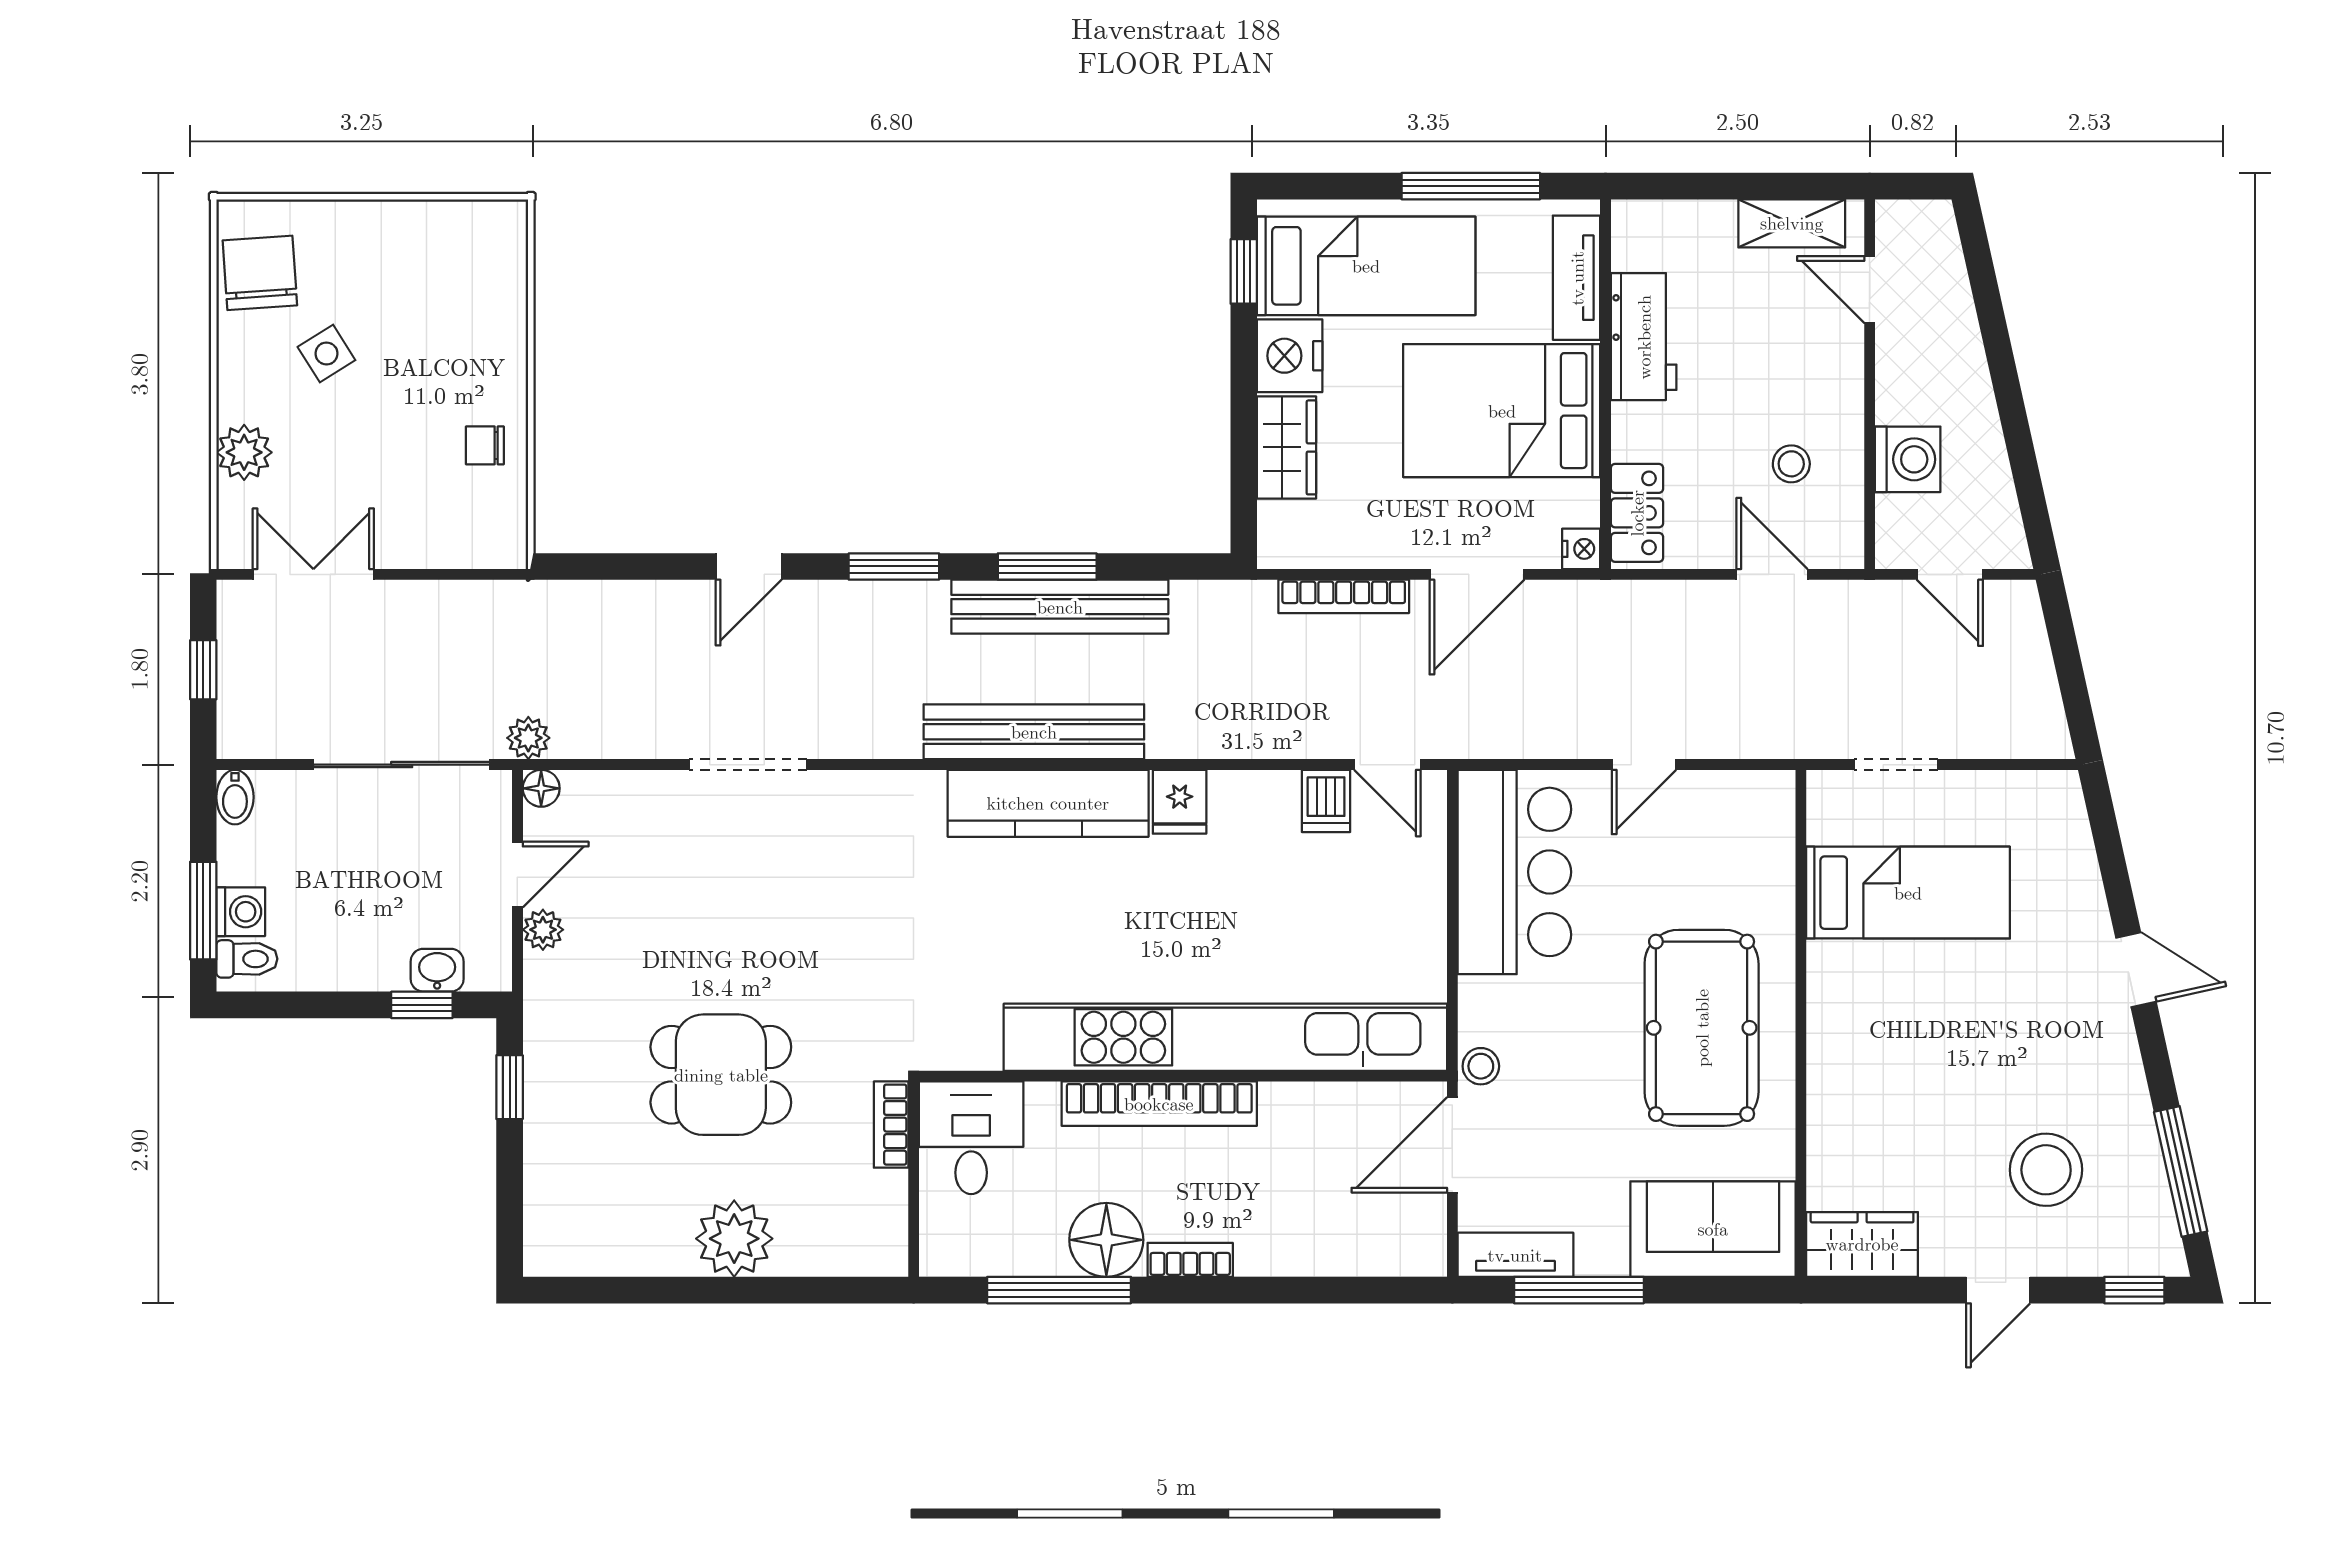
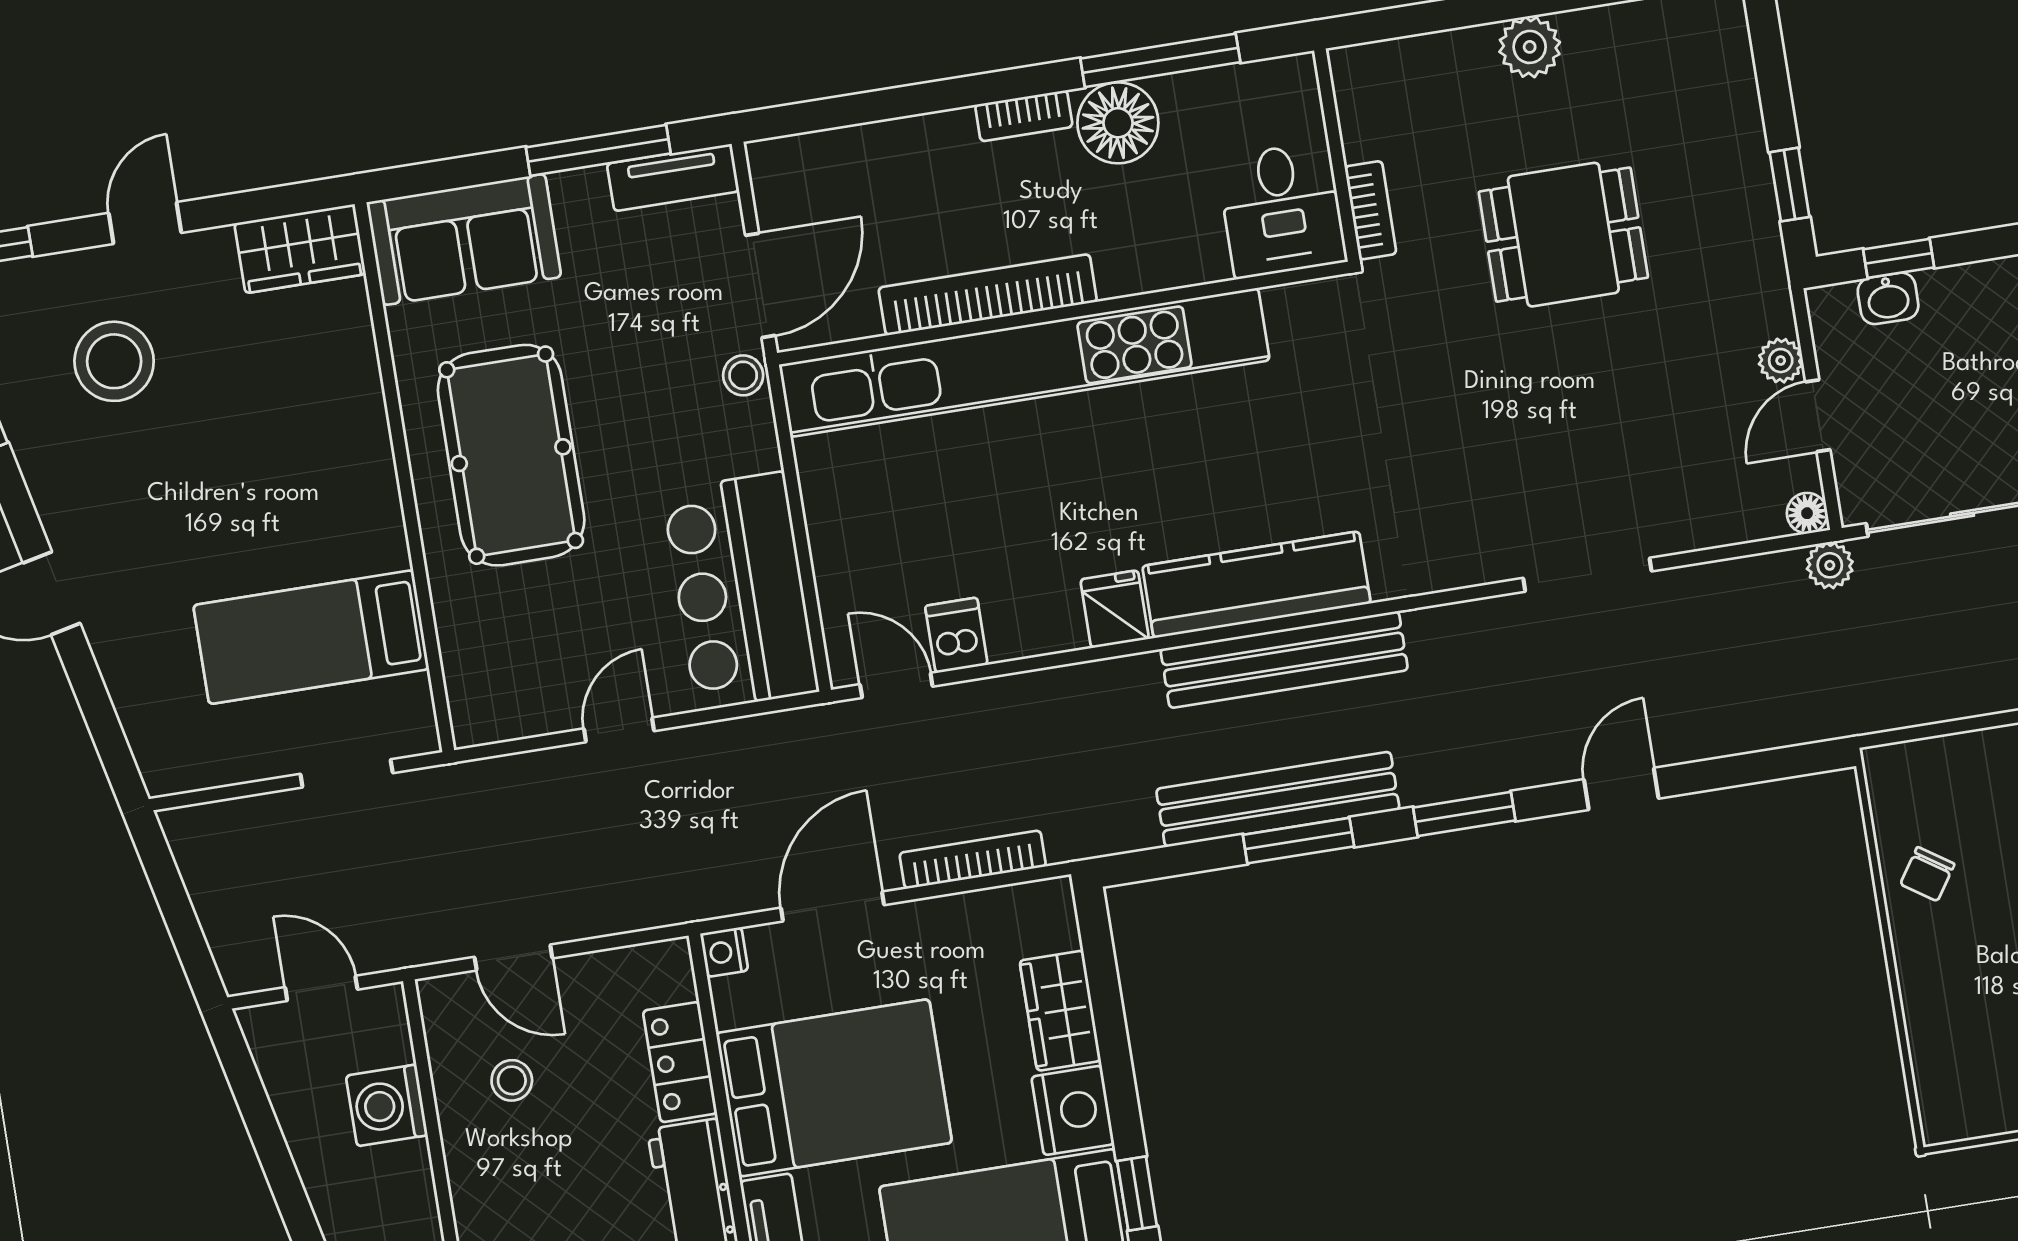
chair: (485, 445) -> (1927, 874), turned 124
locker: (1637, 513) -> (680, 1062), moved
bookcase: (1159, 1104) -> (988, 295), moved
plant: (734, 1239) -> (1530, 47), width x0.73, depth x0.73

